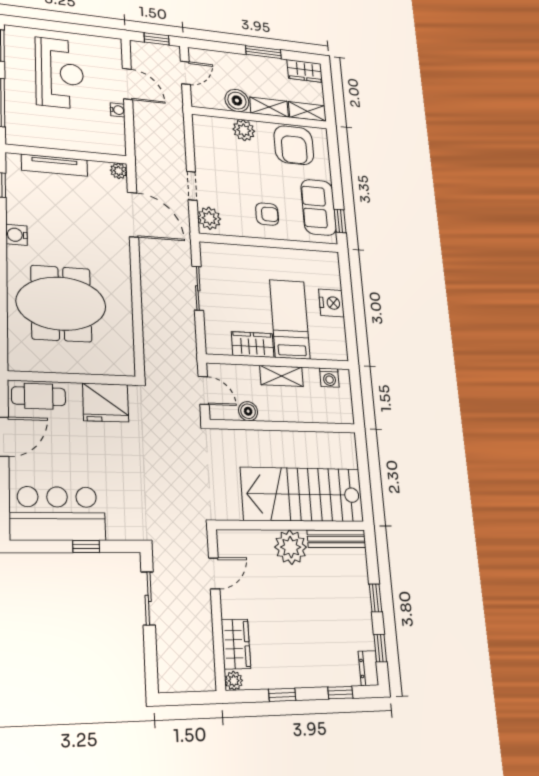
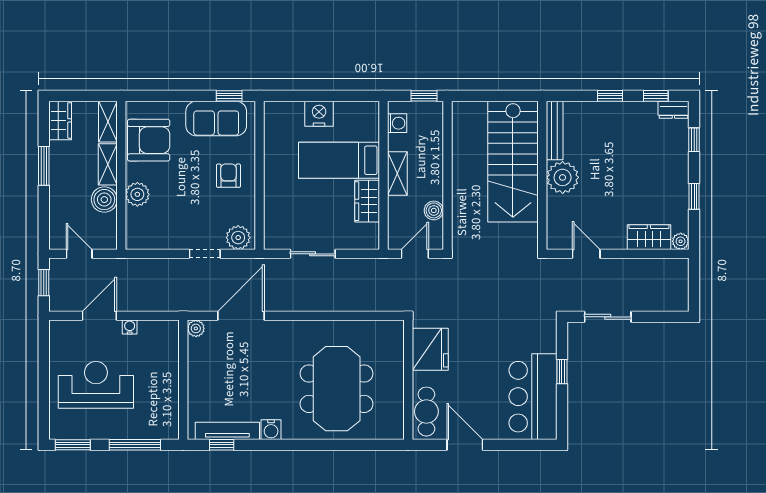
tv unit: (55, 165) -> (227, 431), moved, turned -90
window: (357, 405) -> (424, 96), added

